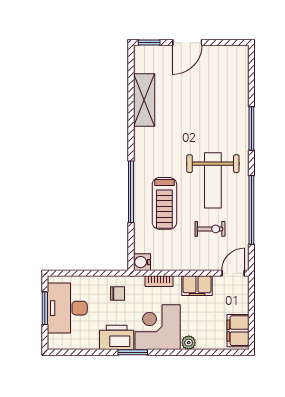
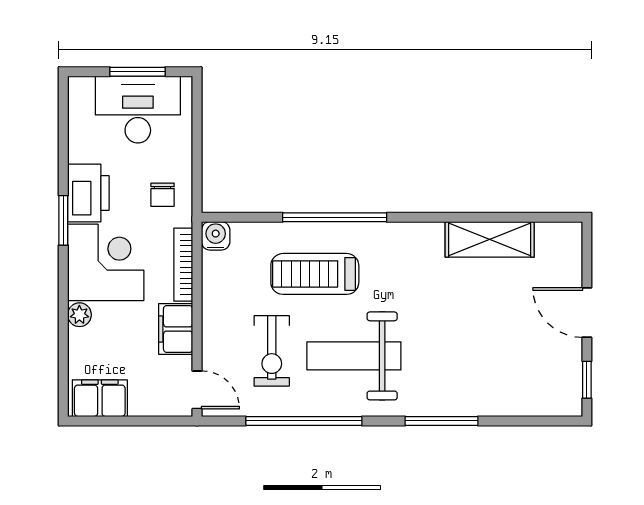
window: (149, 43) -> (587, 380), moved
exercise bike: (210, 229) -> (272, 351), width x1.38, depth x1.39
bookcase: (159, 281) -> (183, 265), width x1.56

